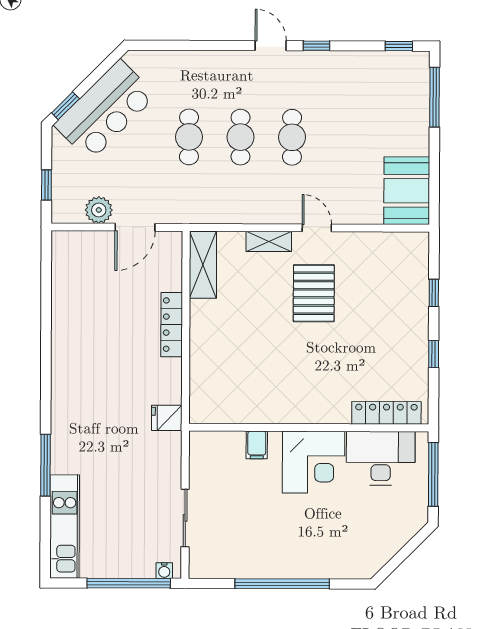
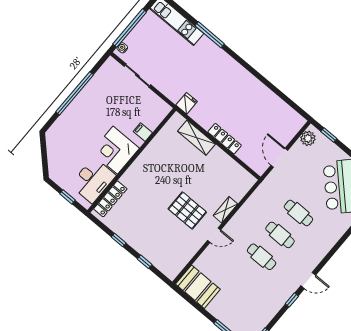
plant: (99, 210) -> (308, 138), moved
shelving: (203, 265) -> (197, 138), moved
window: (433, 474) -> (67, 197), width x0.46

